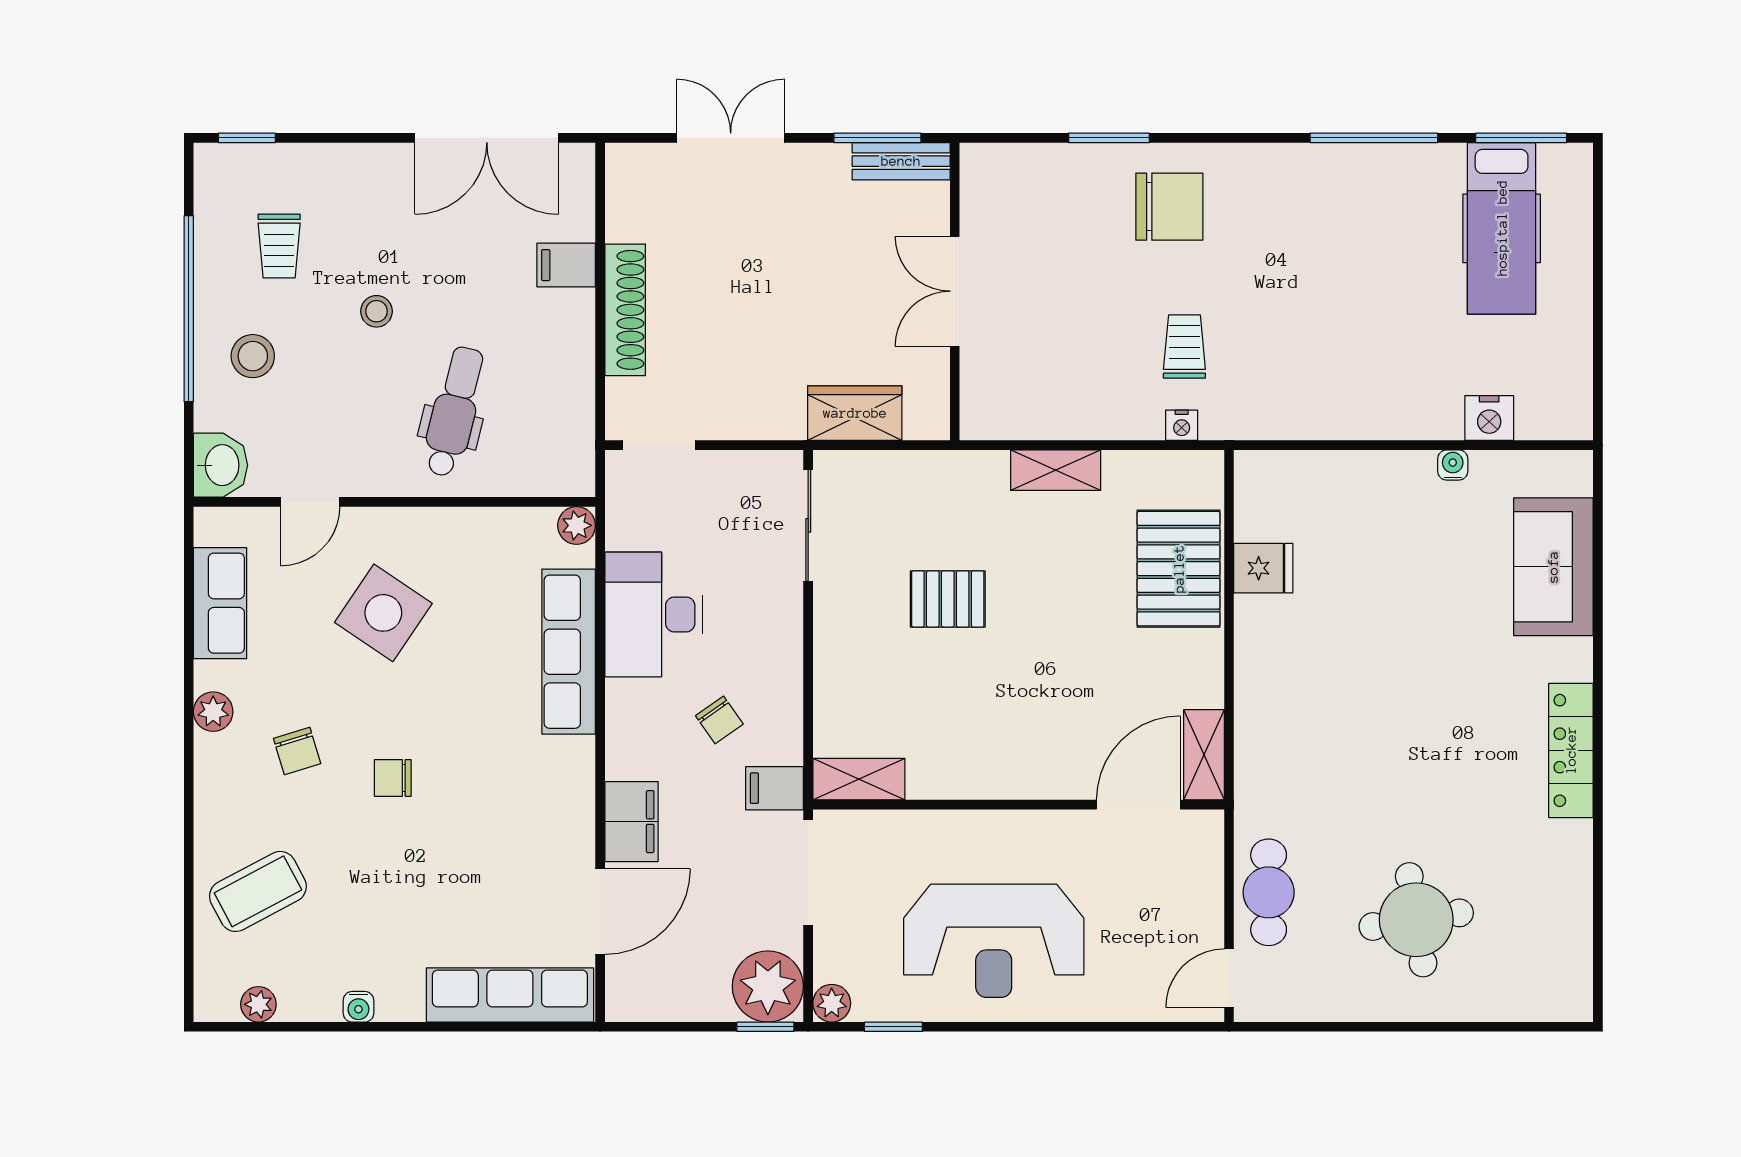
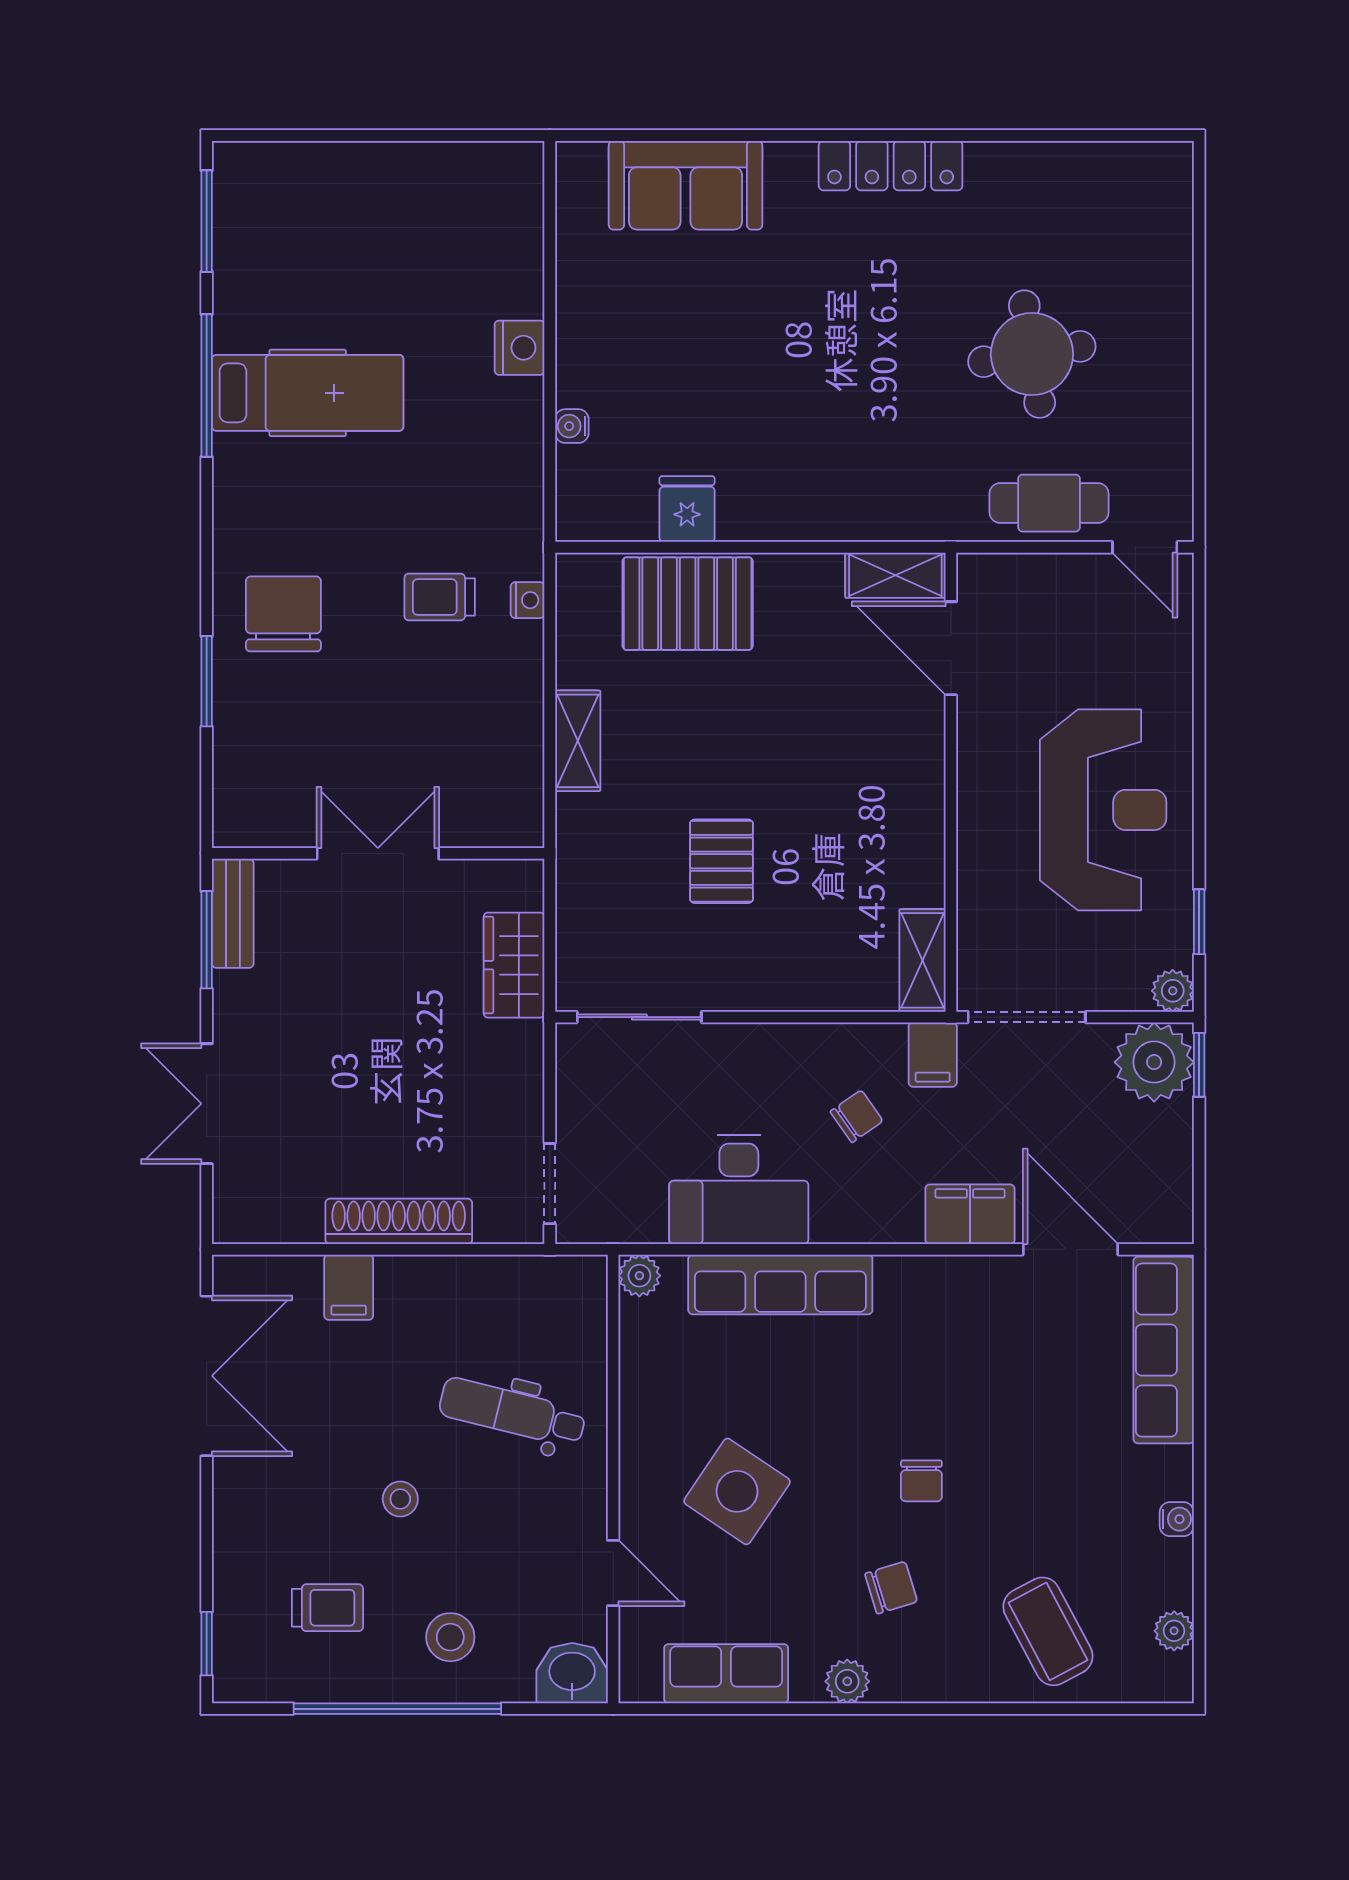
hospital bed: (1502, 228) -> (308, 393), moved
double door: (955, 291) -> (378, 853), swing flipped
nightstand: (1489, 418) -> (519, 348), moved
water cooler: (1453, 465) -> (572, 426), moved
round table: (1416, 920) -> (1032, 354), moved

